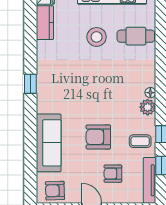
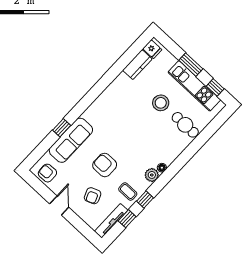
window: (30, 84) -> (62, 128), moved
armchair: (113, 174) -> (93, 196), turned -112

